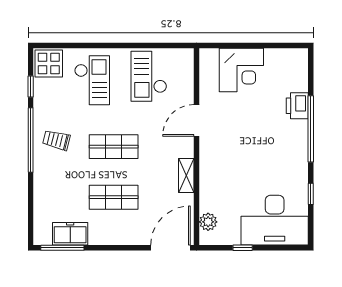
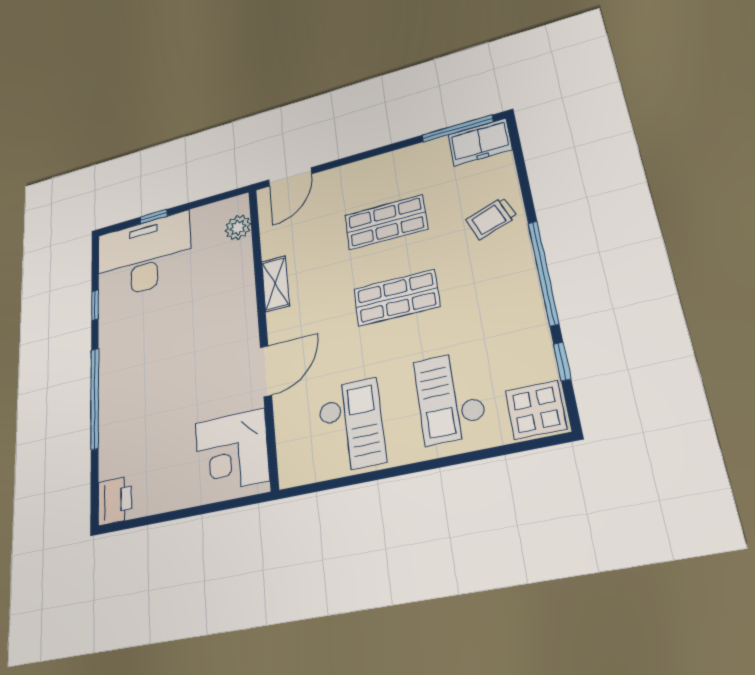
corner desk: (241, 70) -> (232, 451), moved, turned -90
printer: (297, 106) -> (115, 501), moved
trolley: (56, 140) -> (491, 218), moved, turned 146
freezer: (70, 234) -> (480, 142), moved
door: (170, 248) -> (290, 177), width x0.73
window: (243, 248) -> (154, 216), moved

